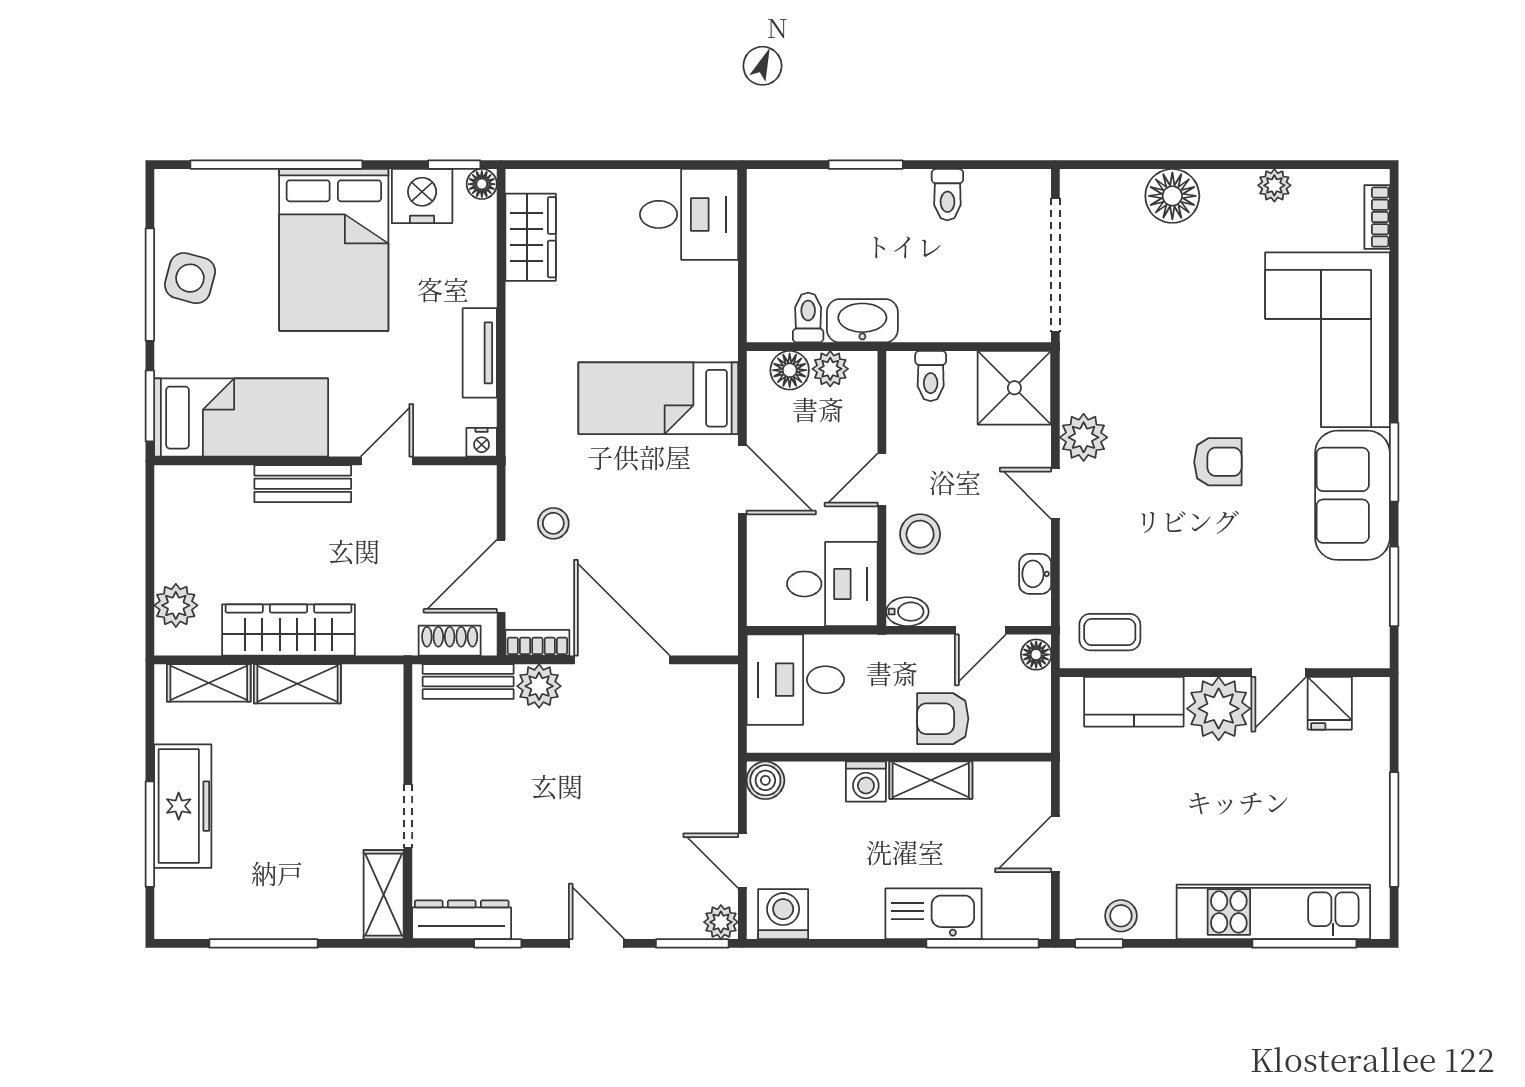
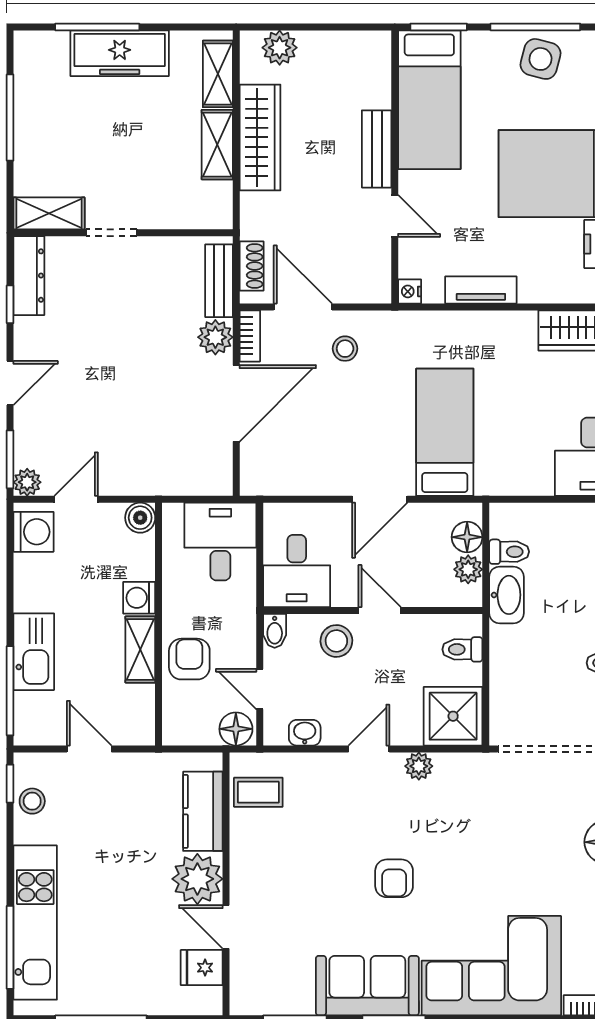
plant: (1084, 437) -> (419, 766), width x0.73, depth x0.73
coffee table: (1110, 632) -> (258, 792), turned 90
floor lamp: (1036, 655) -> (236, 729), width x1.37, depth x1.37

